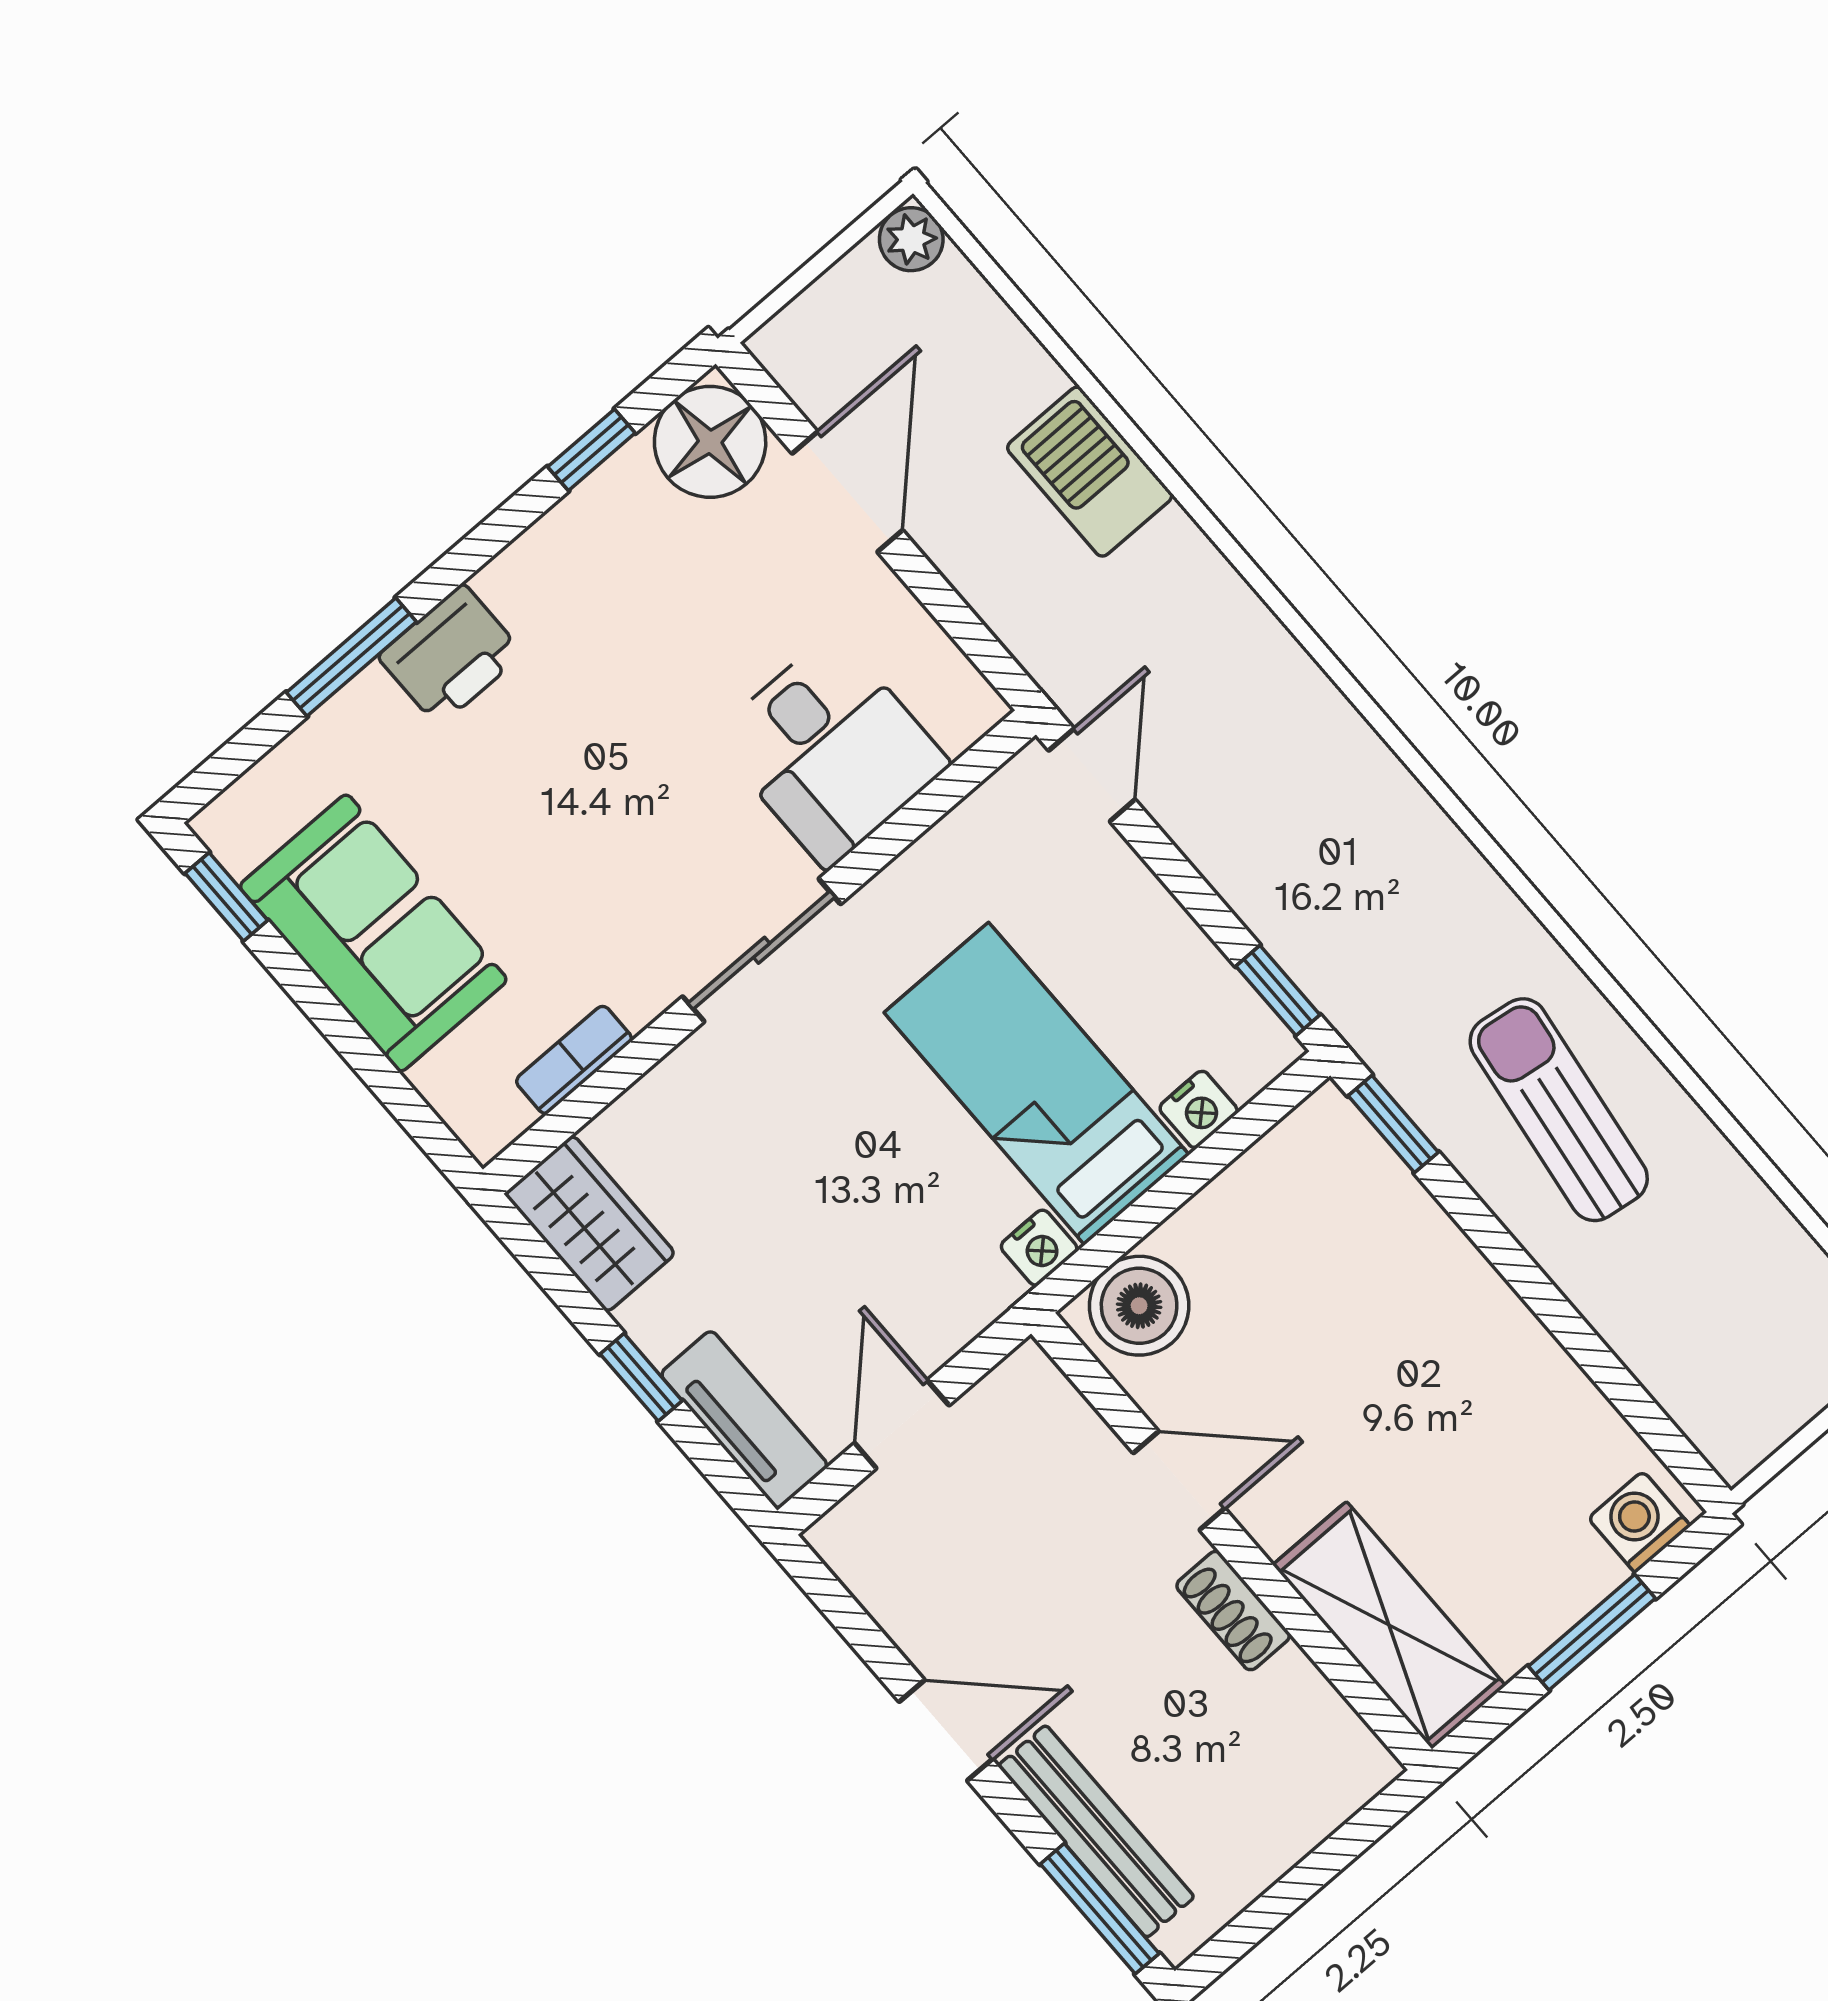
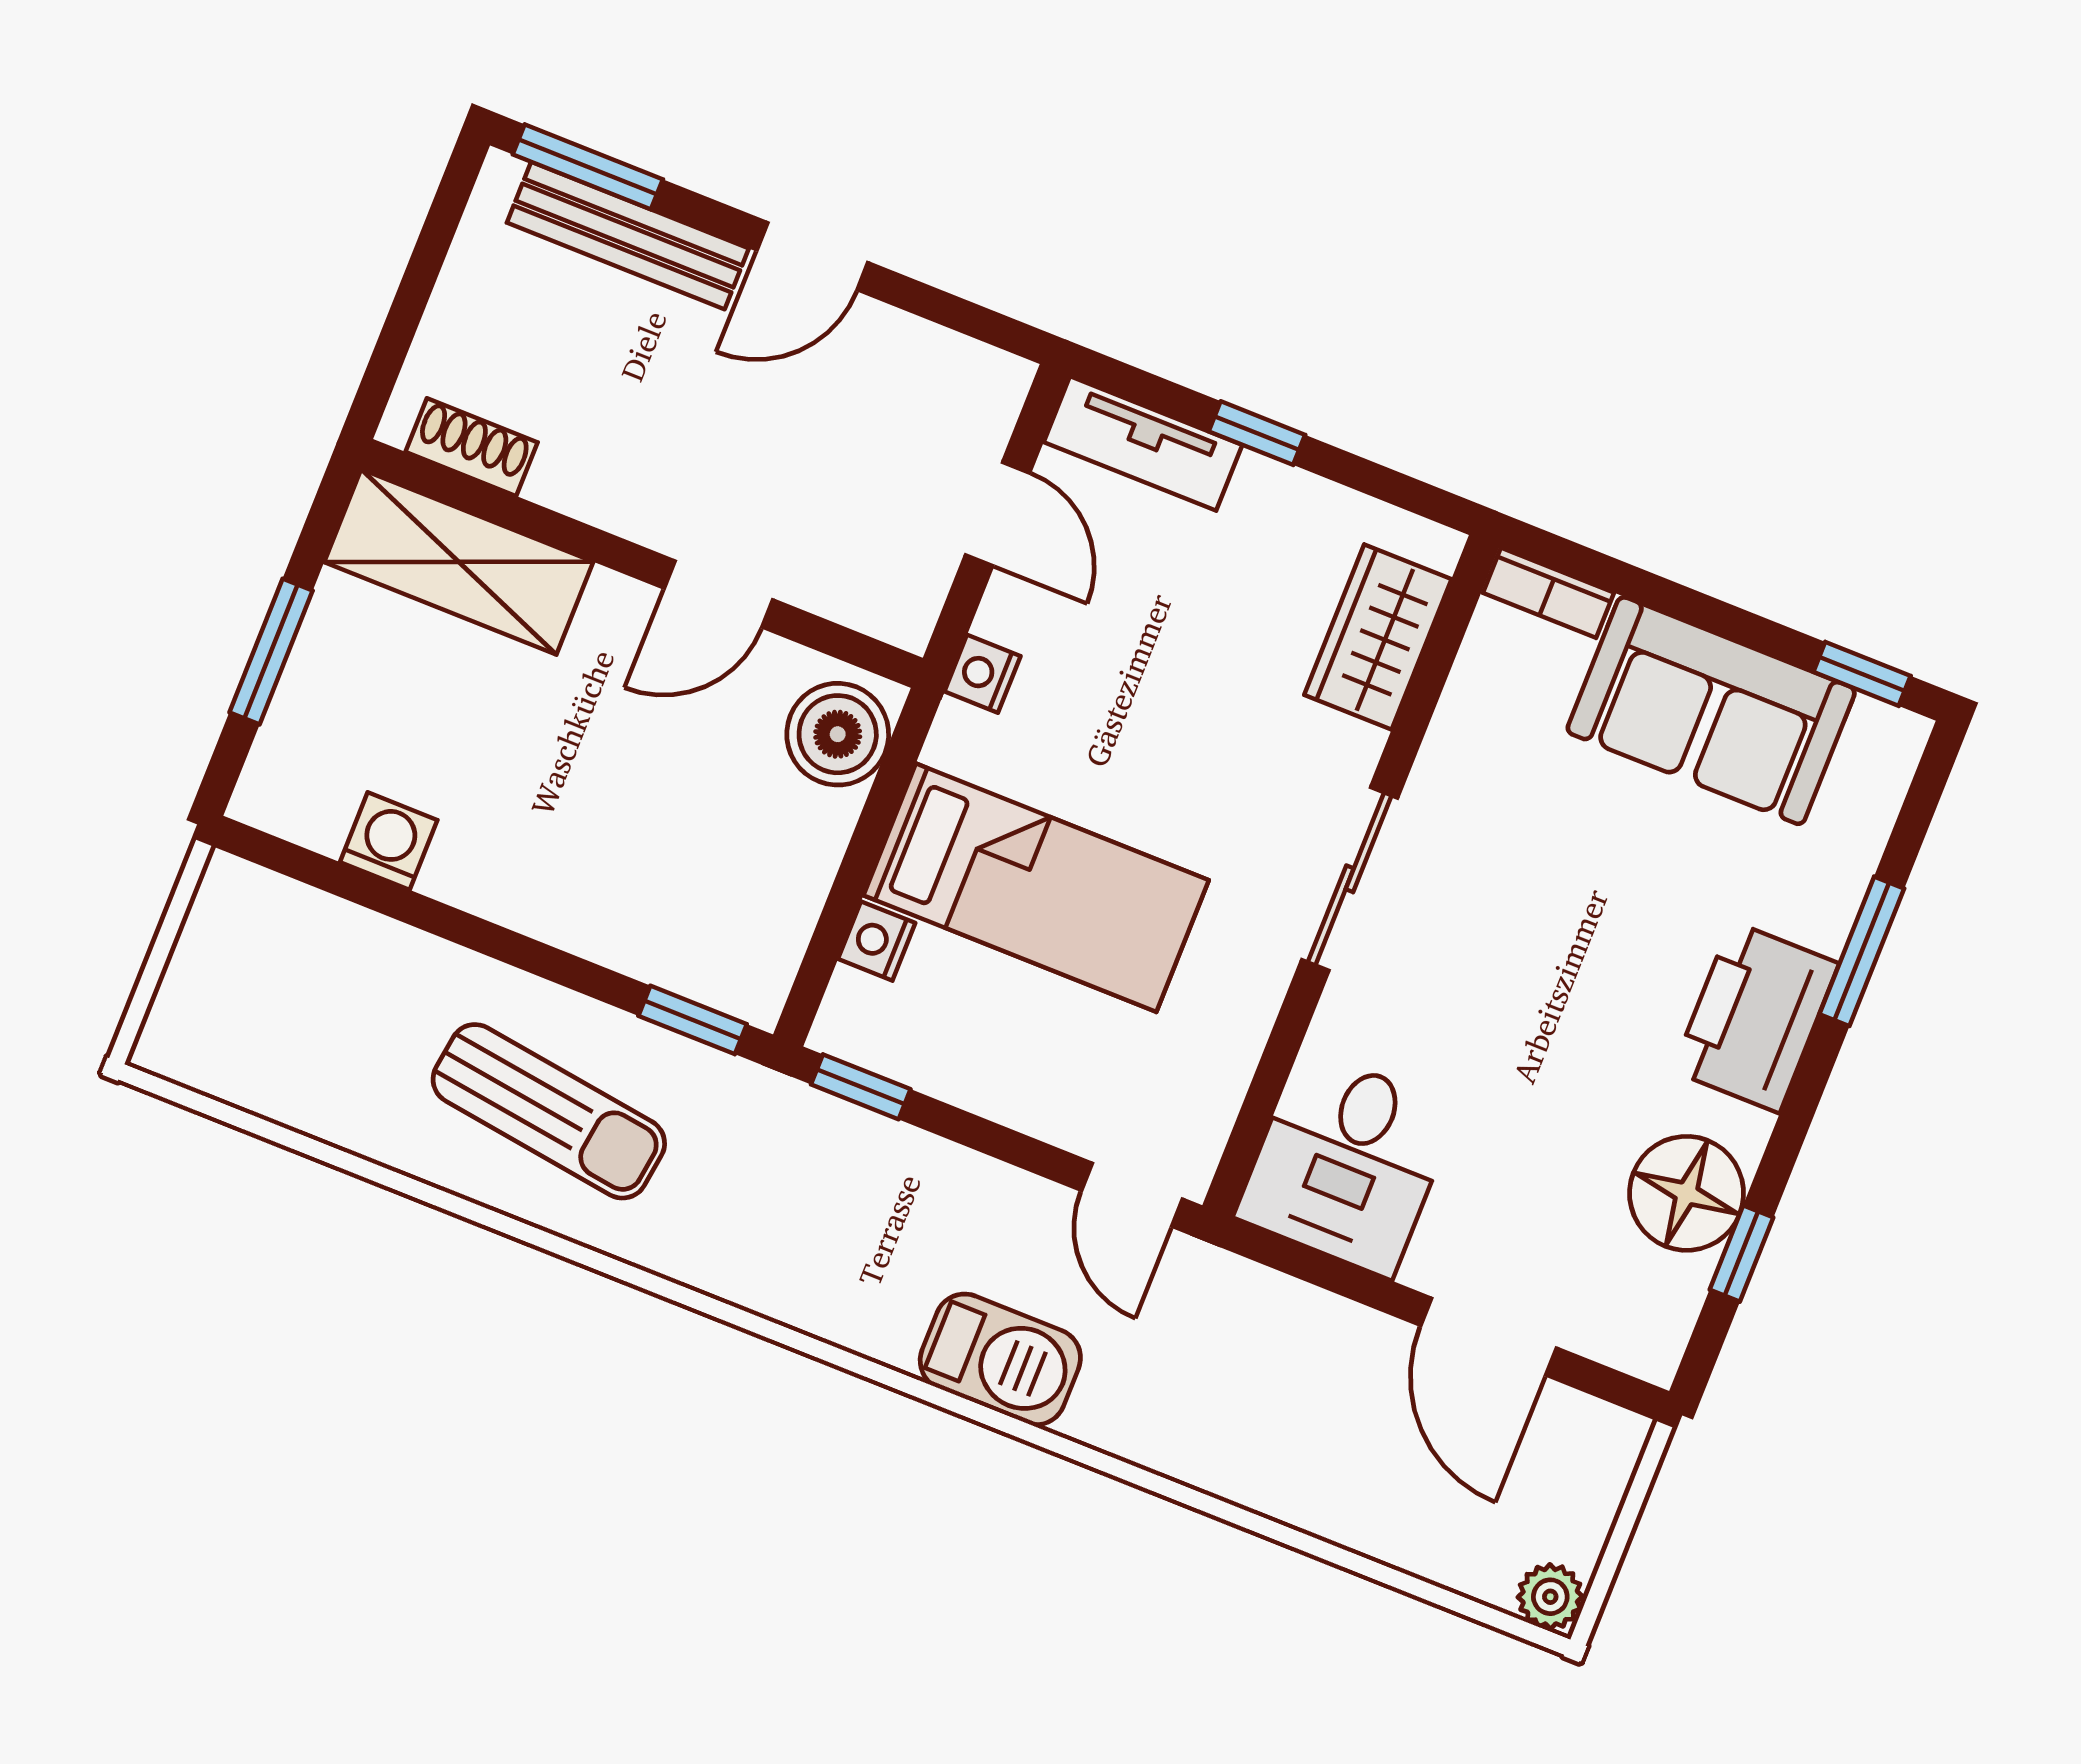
floor lamp: (710, 442) -> (1687, 1193), moved
barbecue: (1090, 472) -> (1000, 1359), moved
printer: (451, 655) -> (1756, 1017), width x1.37, depth x1.19
desk: (831, 750) -> (1347, 1163), moved, turned -90
bookcase: (574, 1060) -> (1548, 593), moved, turned 90
wardrobe: (590, 1224) -> (1378, 637), moved, turned 90
nightstand: (1039, 1248) -> (982, 674), moved
washing machine: (1639, 1522) -> (389, 841), moved, turned -90
shoe rack: (1233, 1611) -> (472, 447), moved

